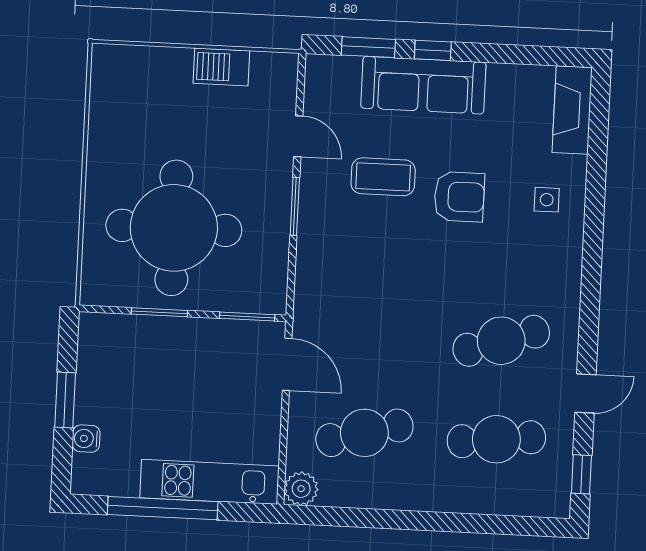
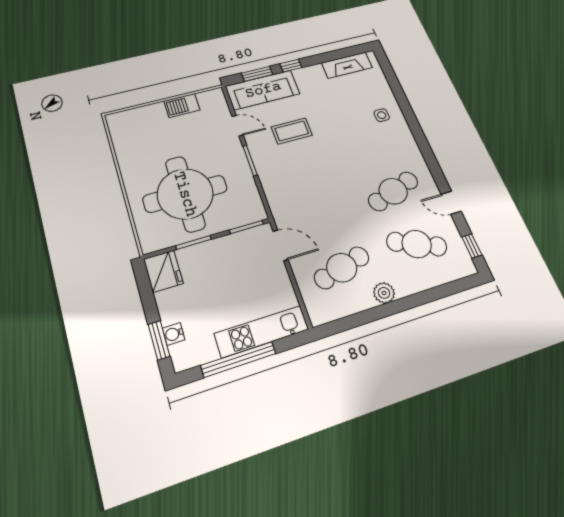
sofa: (423, 85) -> (263, 90), moved
fireplace: (572, 110) -> (347, 65), moved, turned -90
armchair: (459, 197) -> (336, 128), removed
fridge: (101, 341) -> (163, 271), added
door: (585, 393) -> (451, 203), swing flipped
window: (65, 400) -> (159, 340), moved
cafe table: (496, 439) -> (417, 244), turned 30
plant: (301, 489) -> (384, 293), moved

